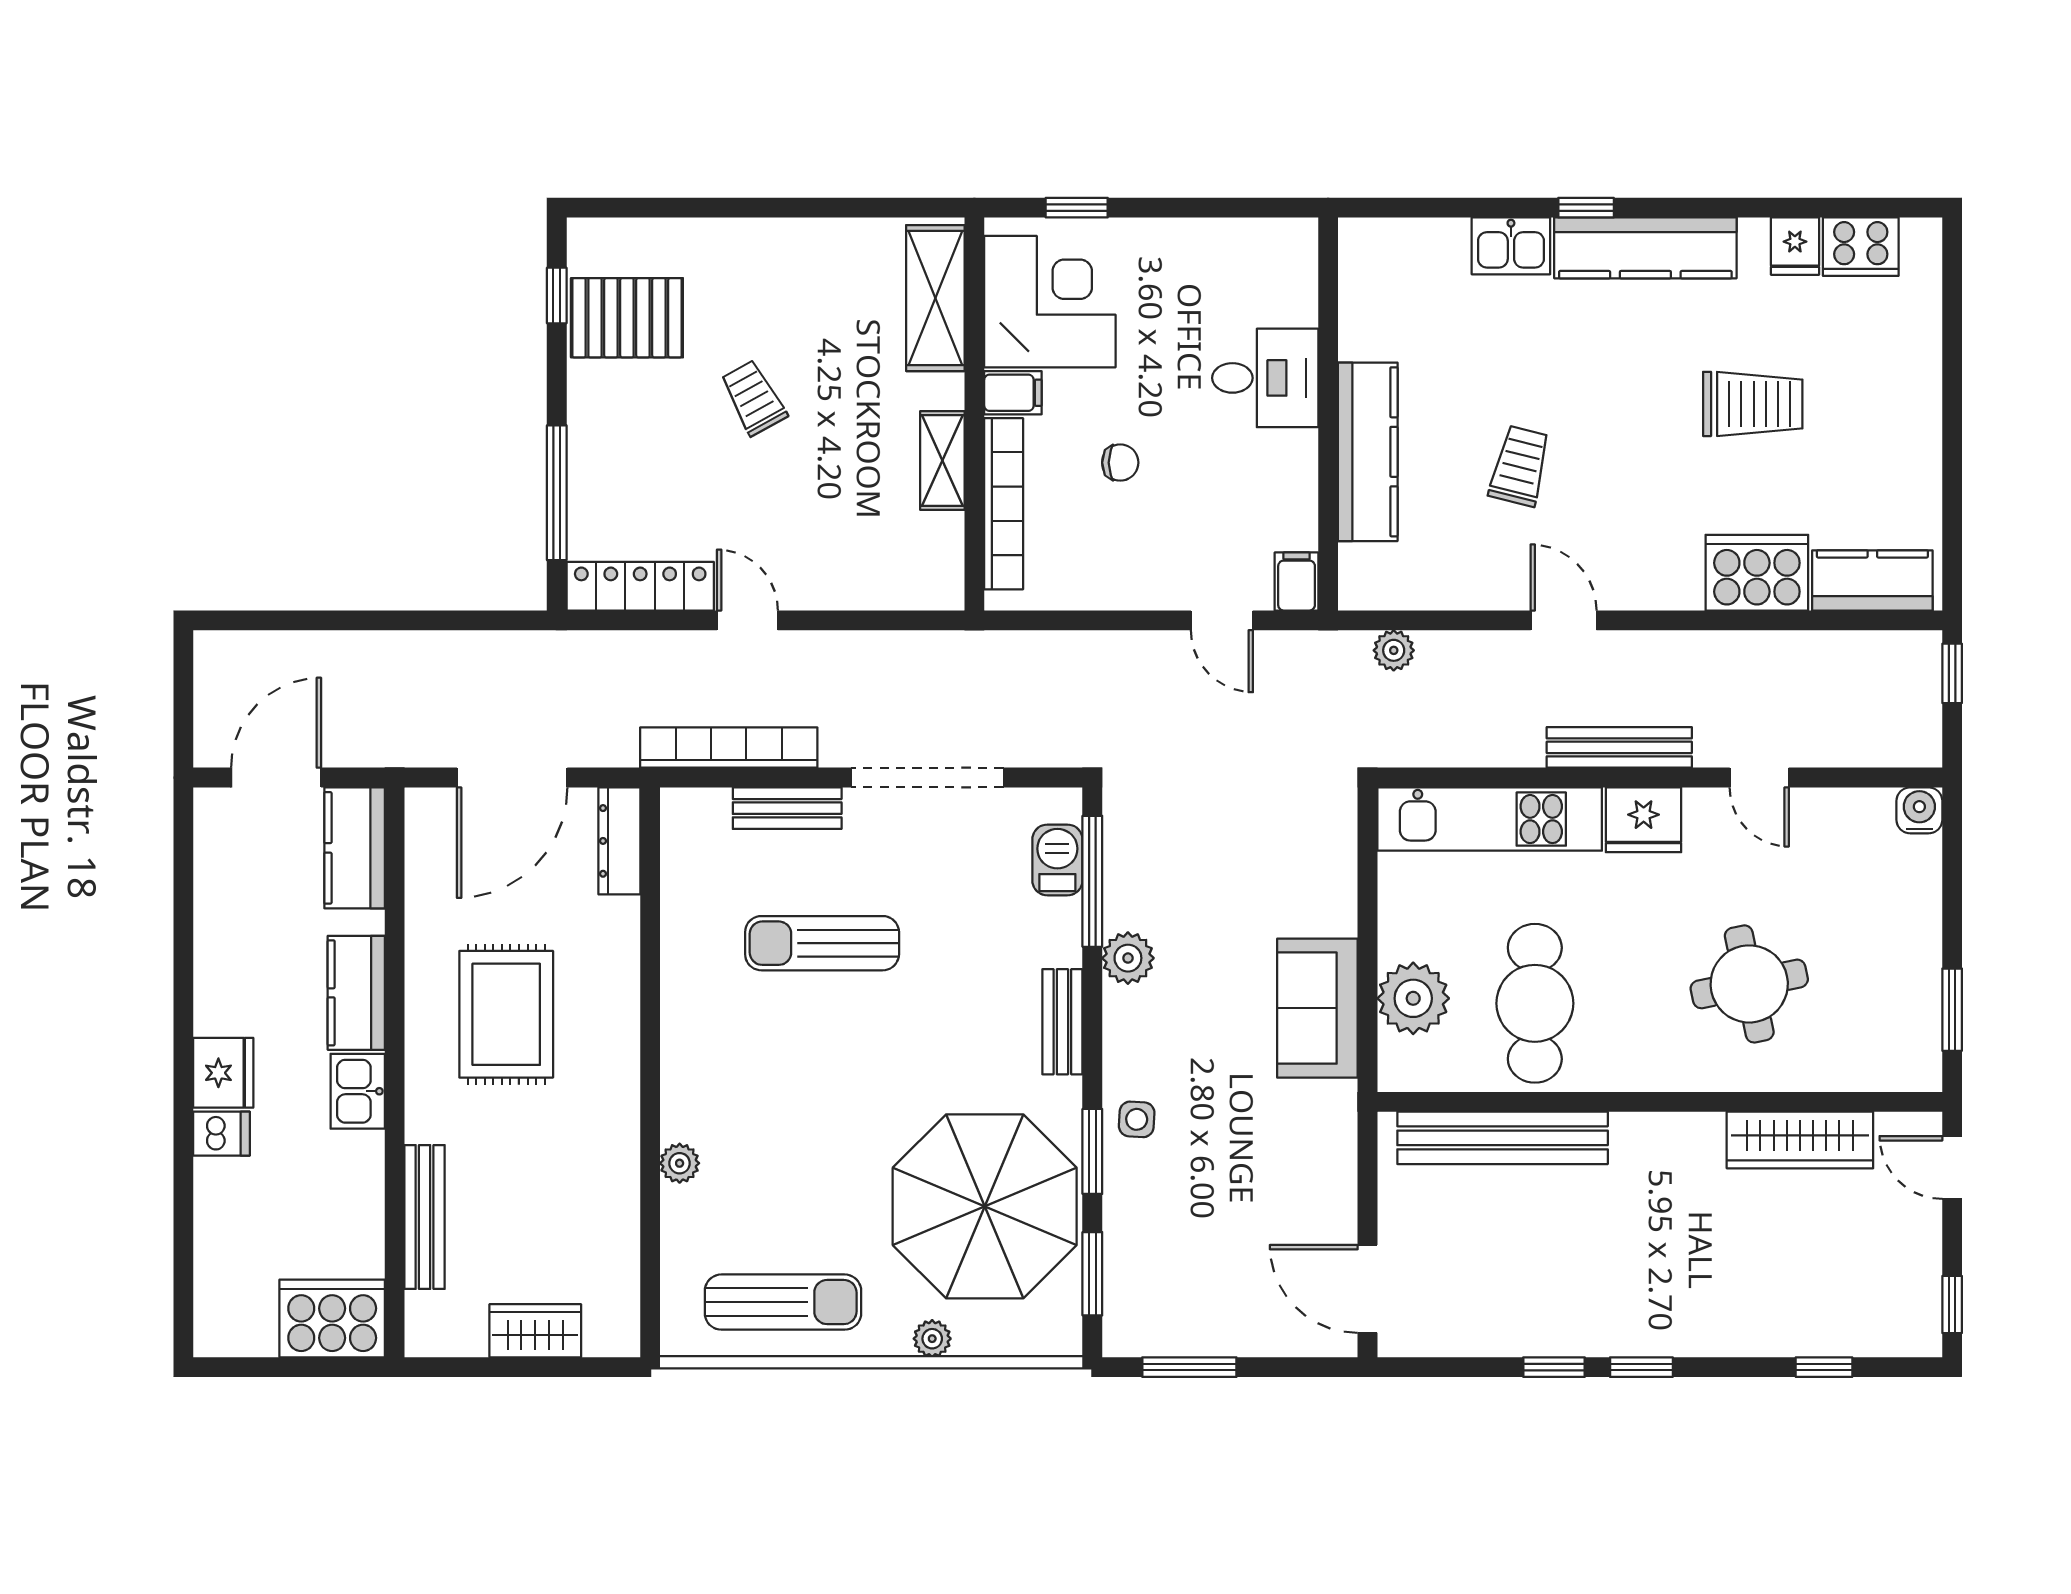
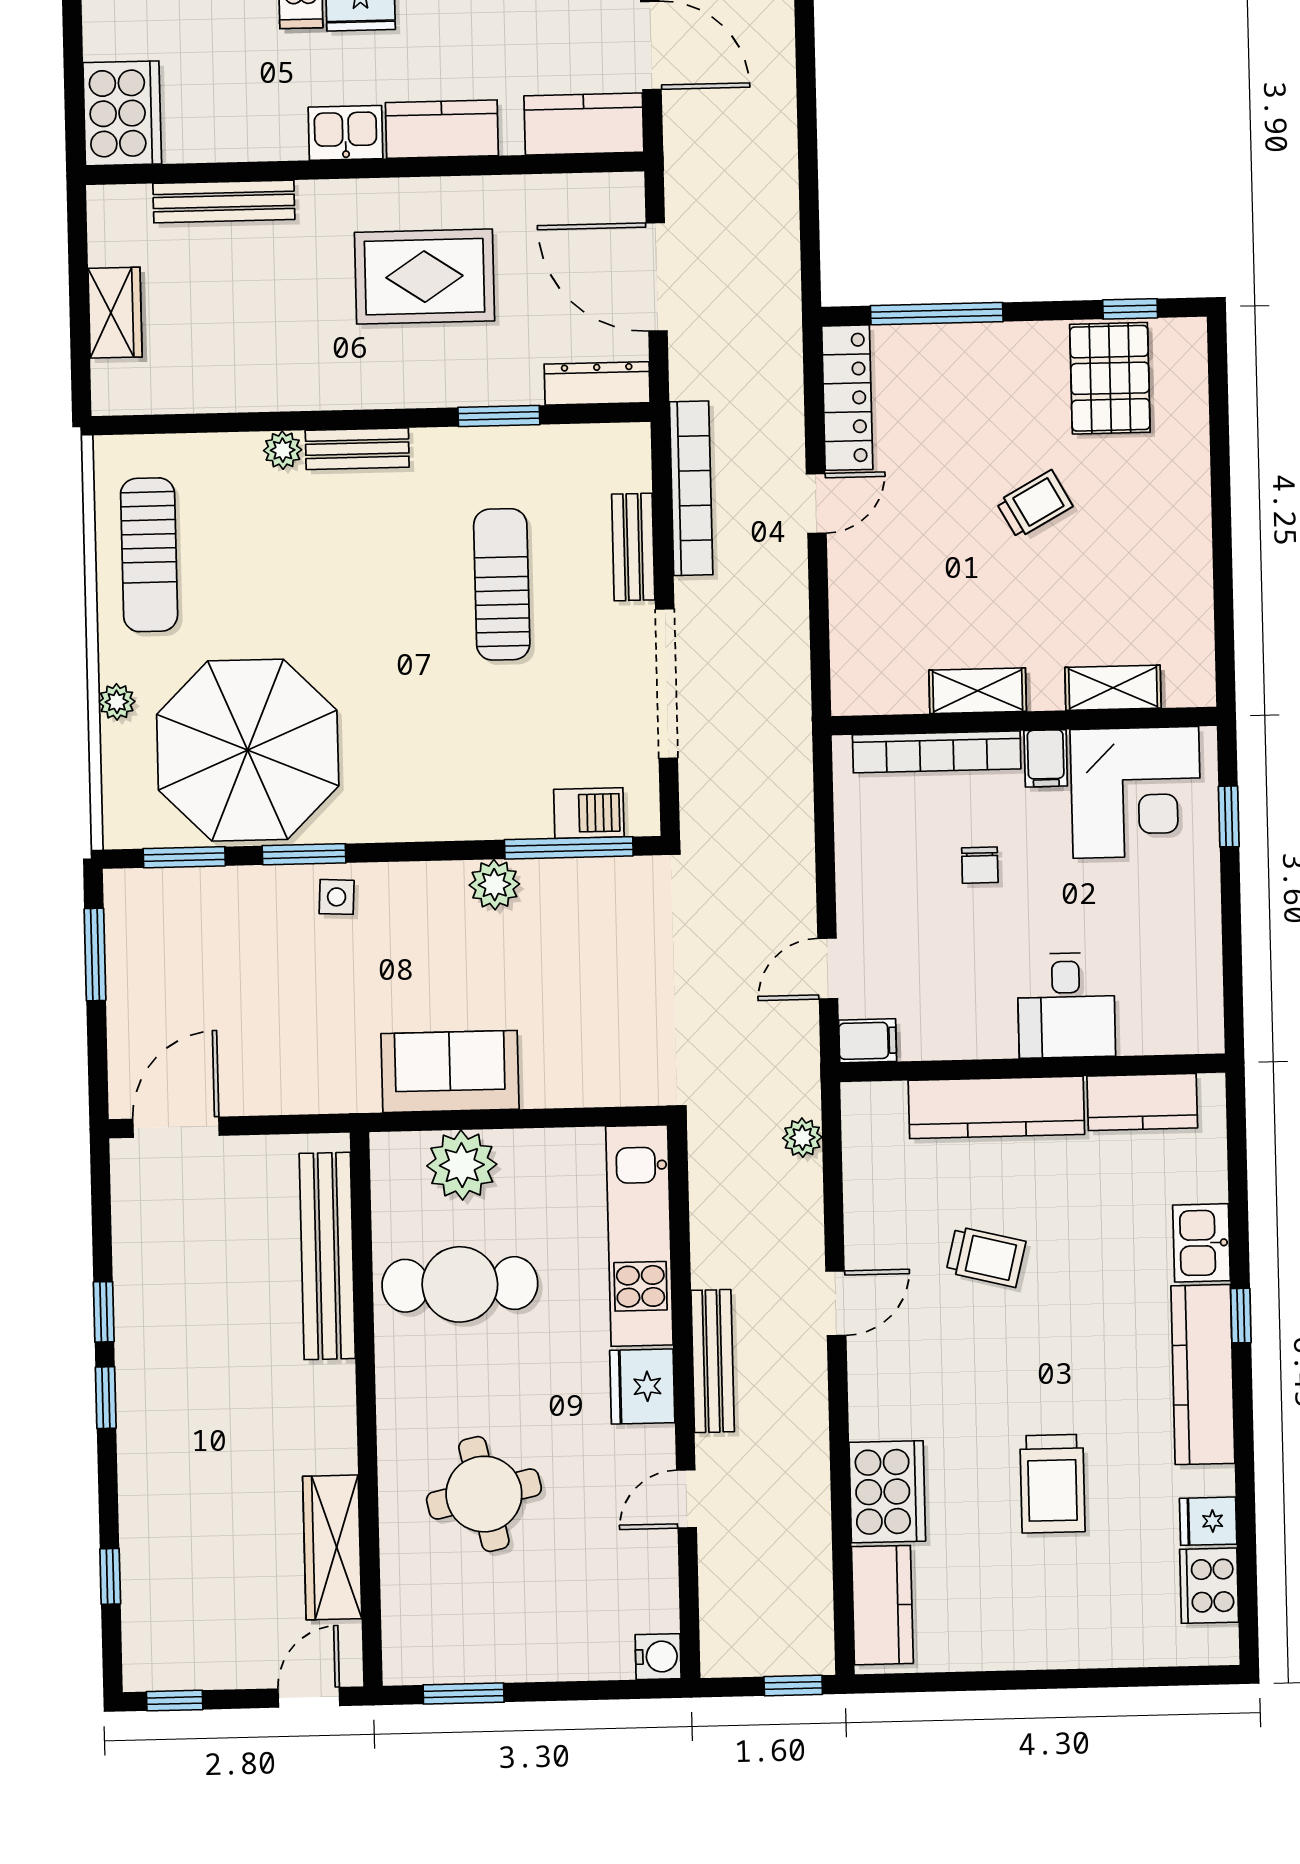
shelving: (935, 298) -> (1113, 688), width x0.67, depth x0.75
kitchen counter: (1366, 303) -> (1142, 1102), added
window: (650, 942) -> (499, 416), added
bench: (1062, 1022) -> (357, 449), moved

